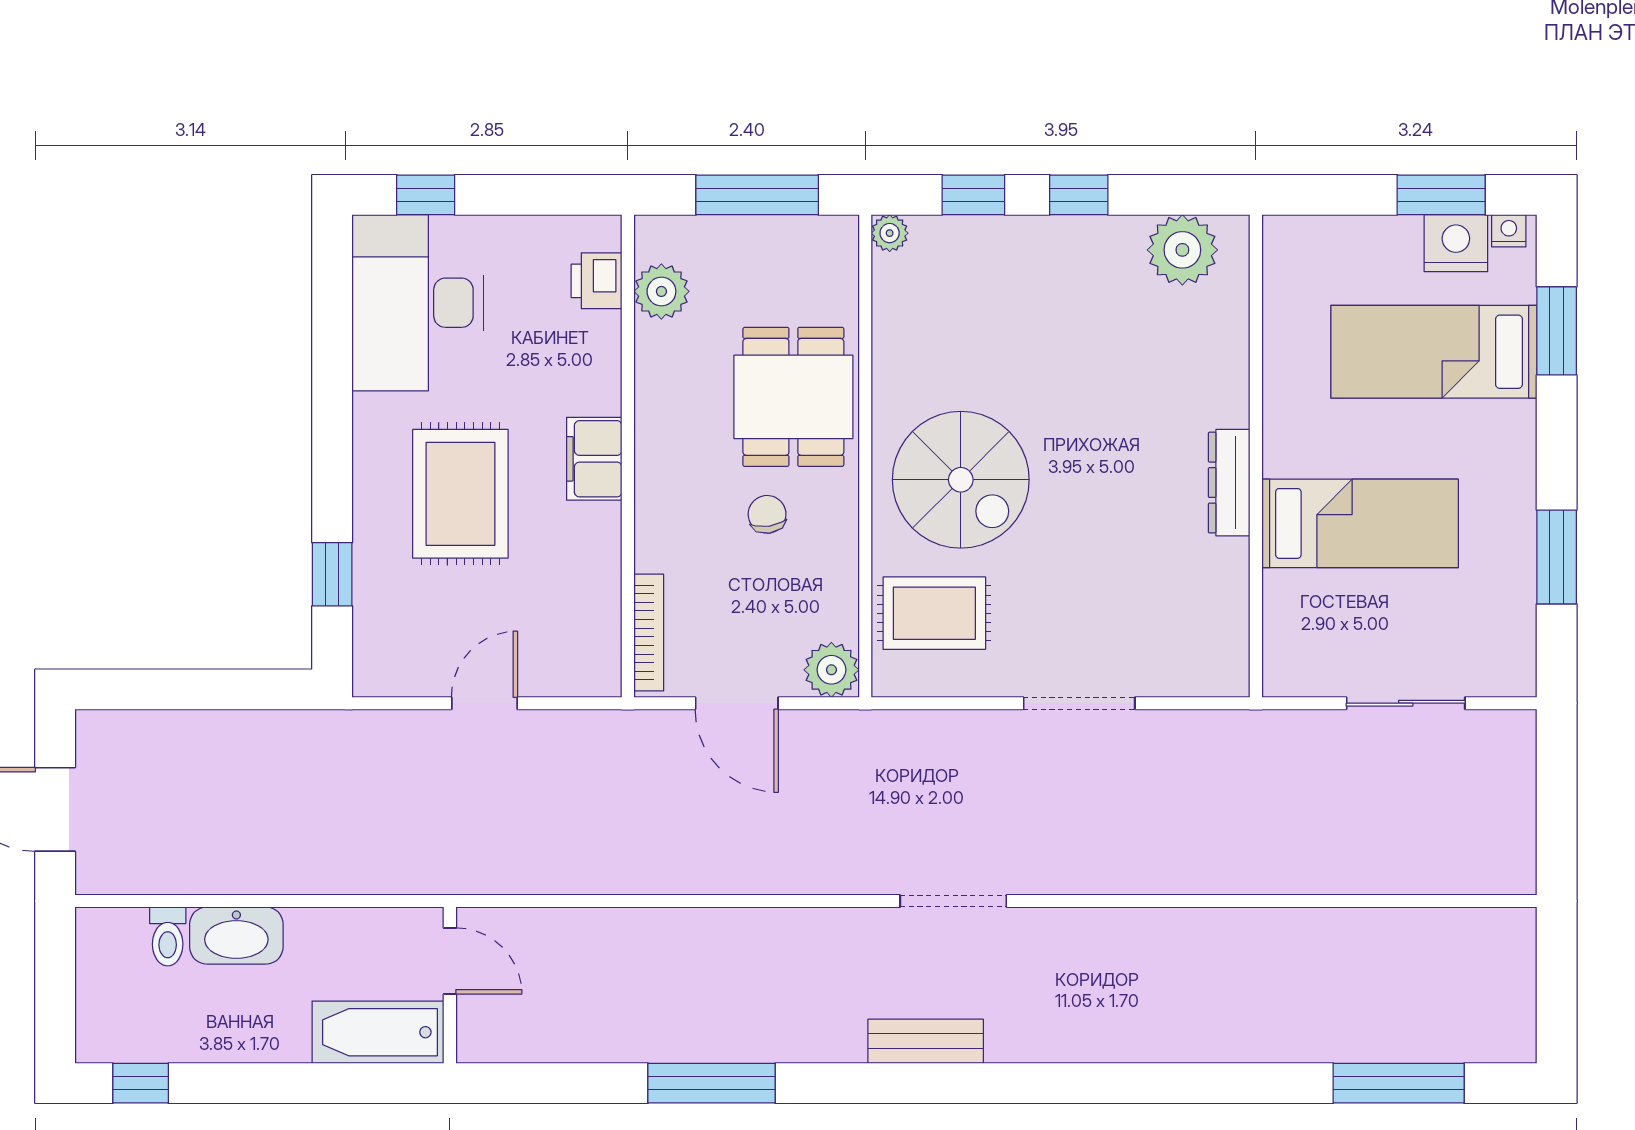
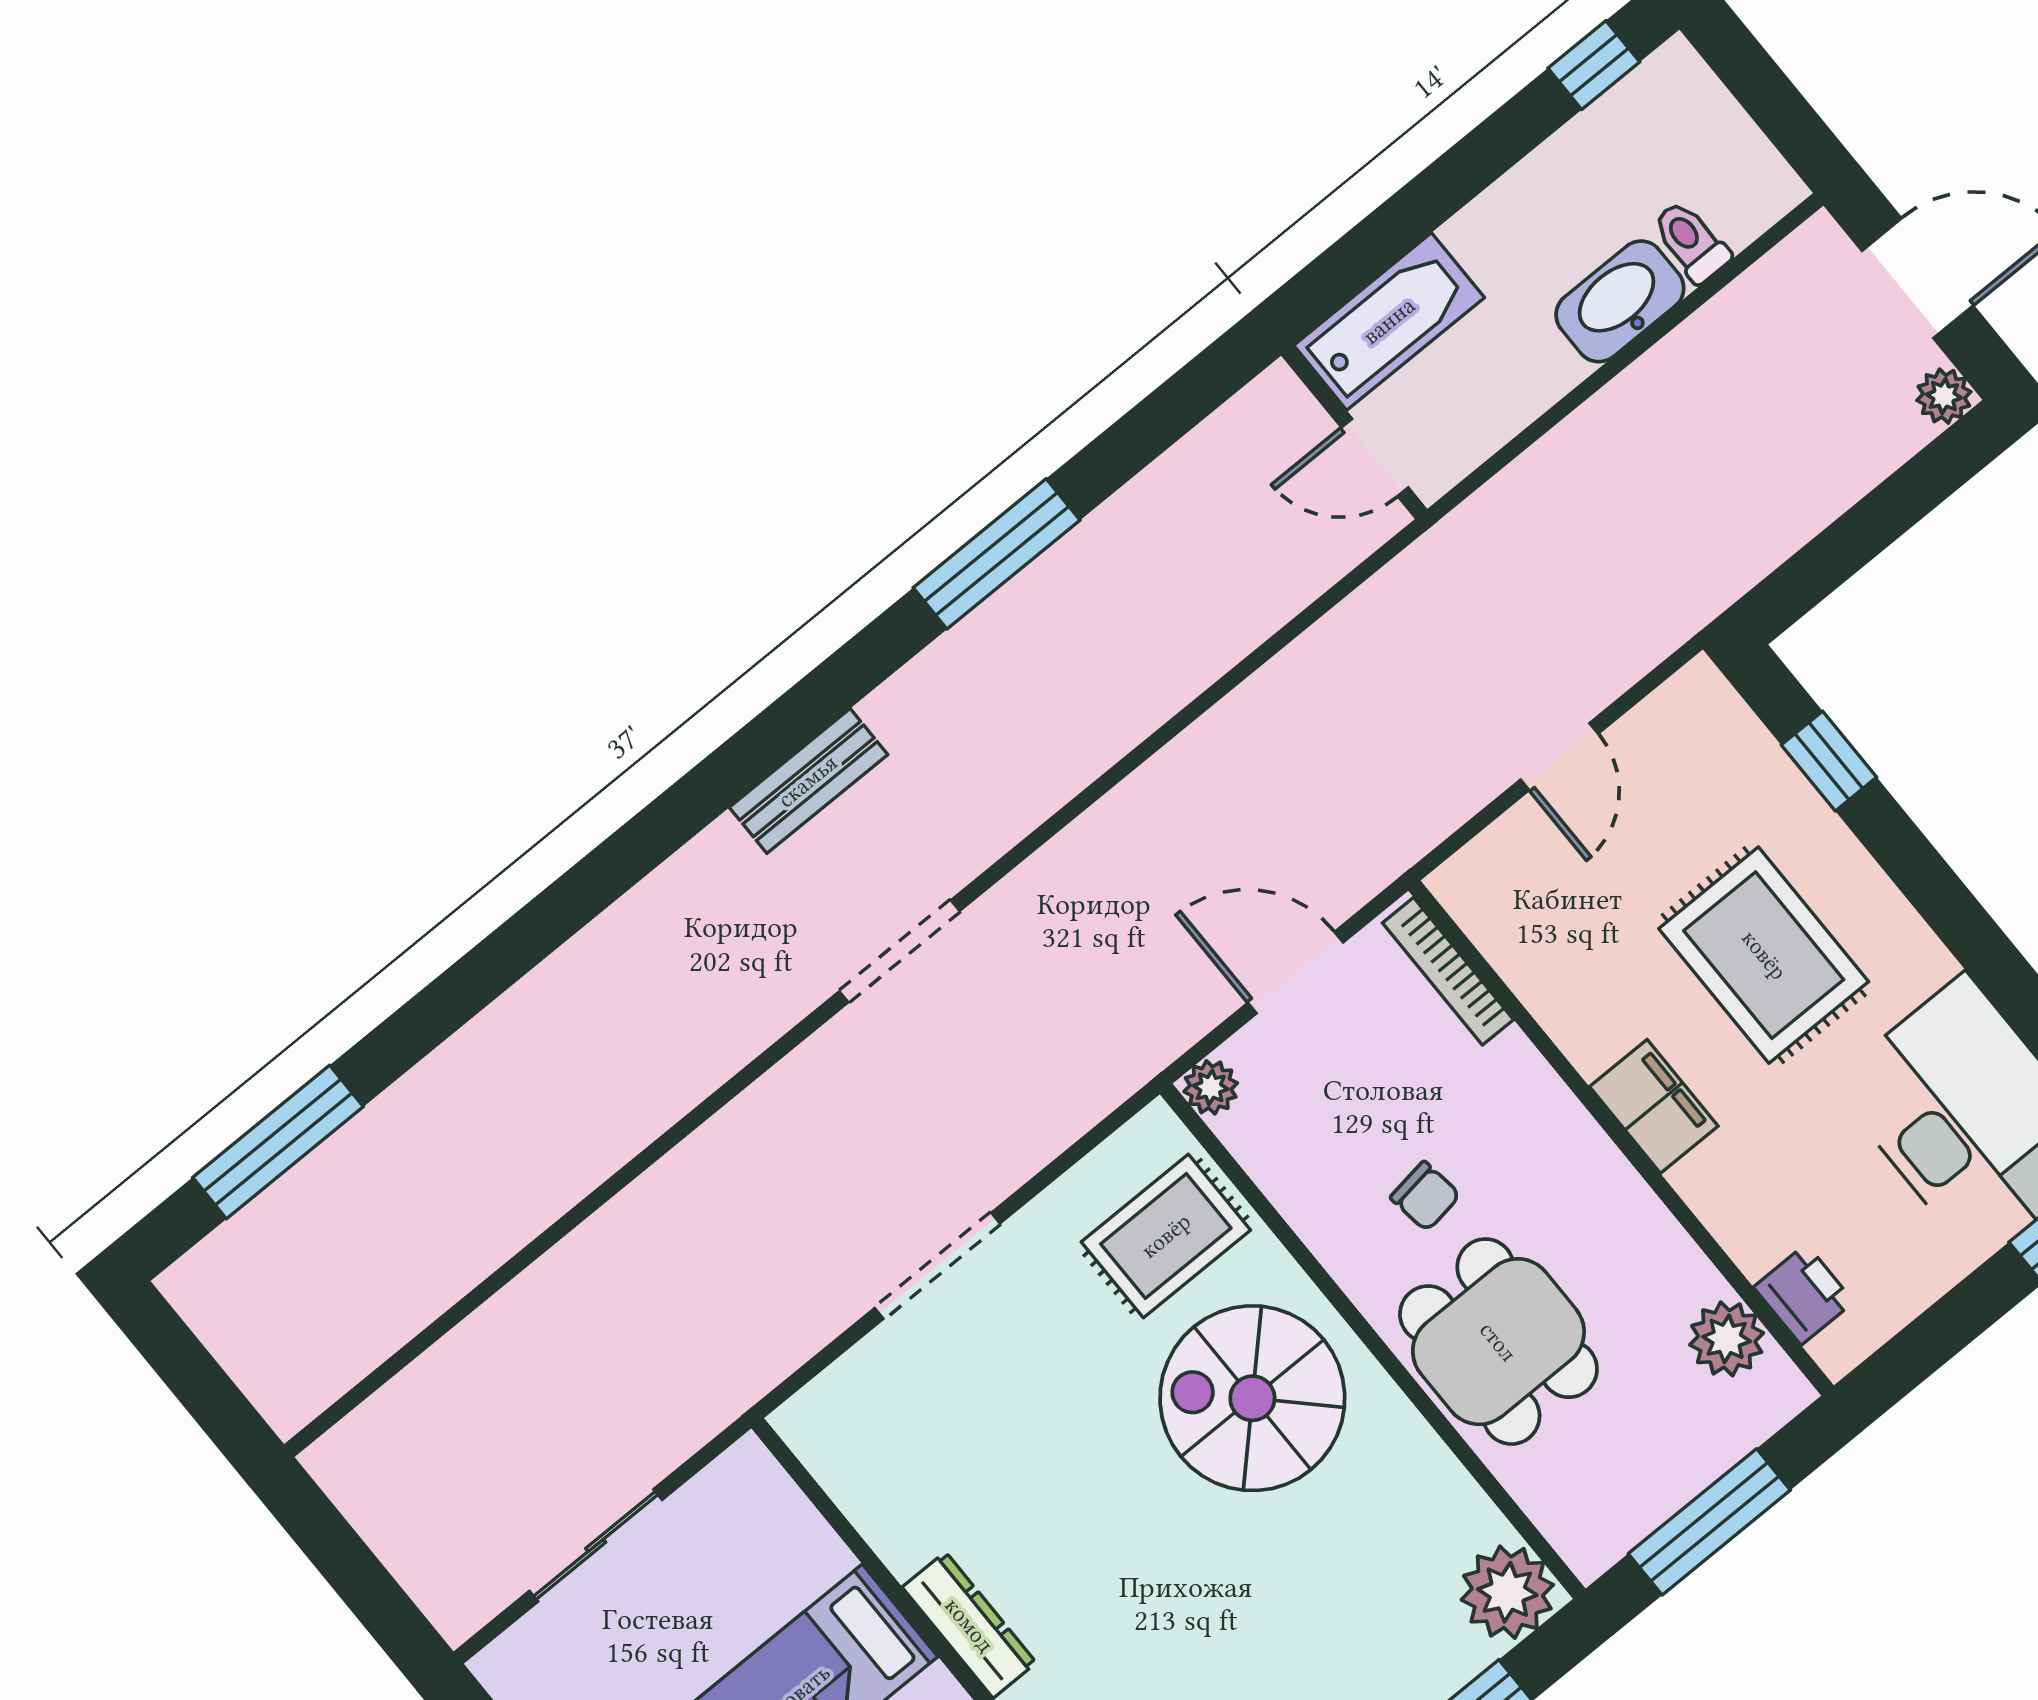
plant: (890, 233) -> (1507, 1592), width x1.88, depth x1.88
plant: (831, 670) -> (1211, 1087), width x0.73, depth x0.73
plant: (95, 729) -> (1944, 396), added

